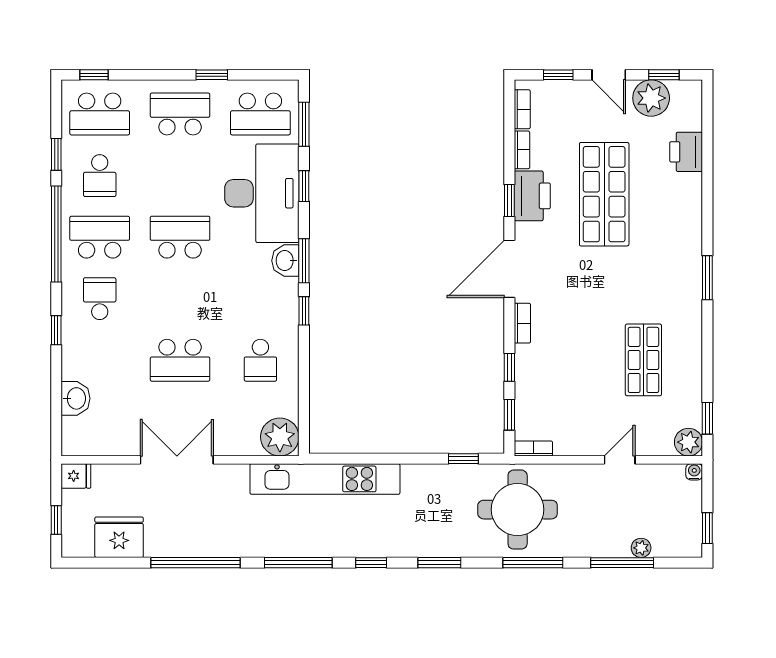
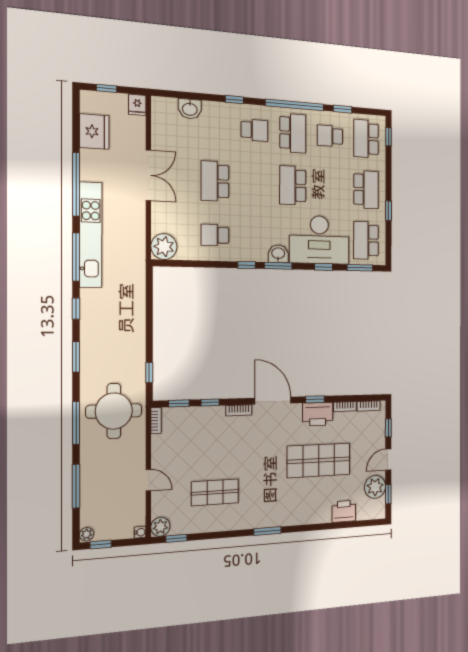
school desk: (180, 237) -> (293, 185), turned 180
kitchen unit: (325, 479) -> (91, 235), moved, turned 180
plant: (641, 548) -> (87, 534), moved

